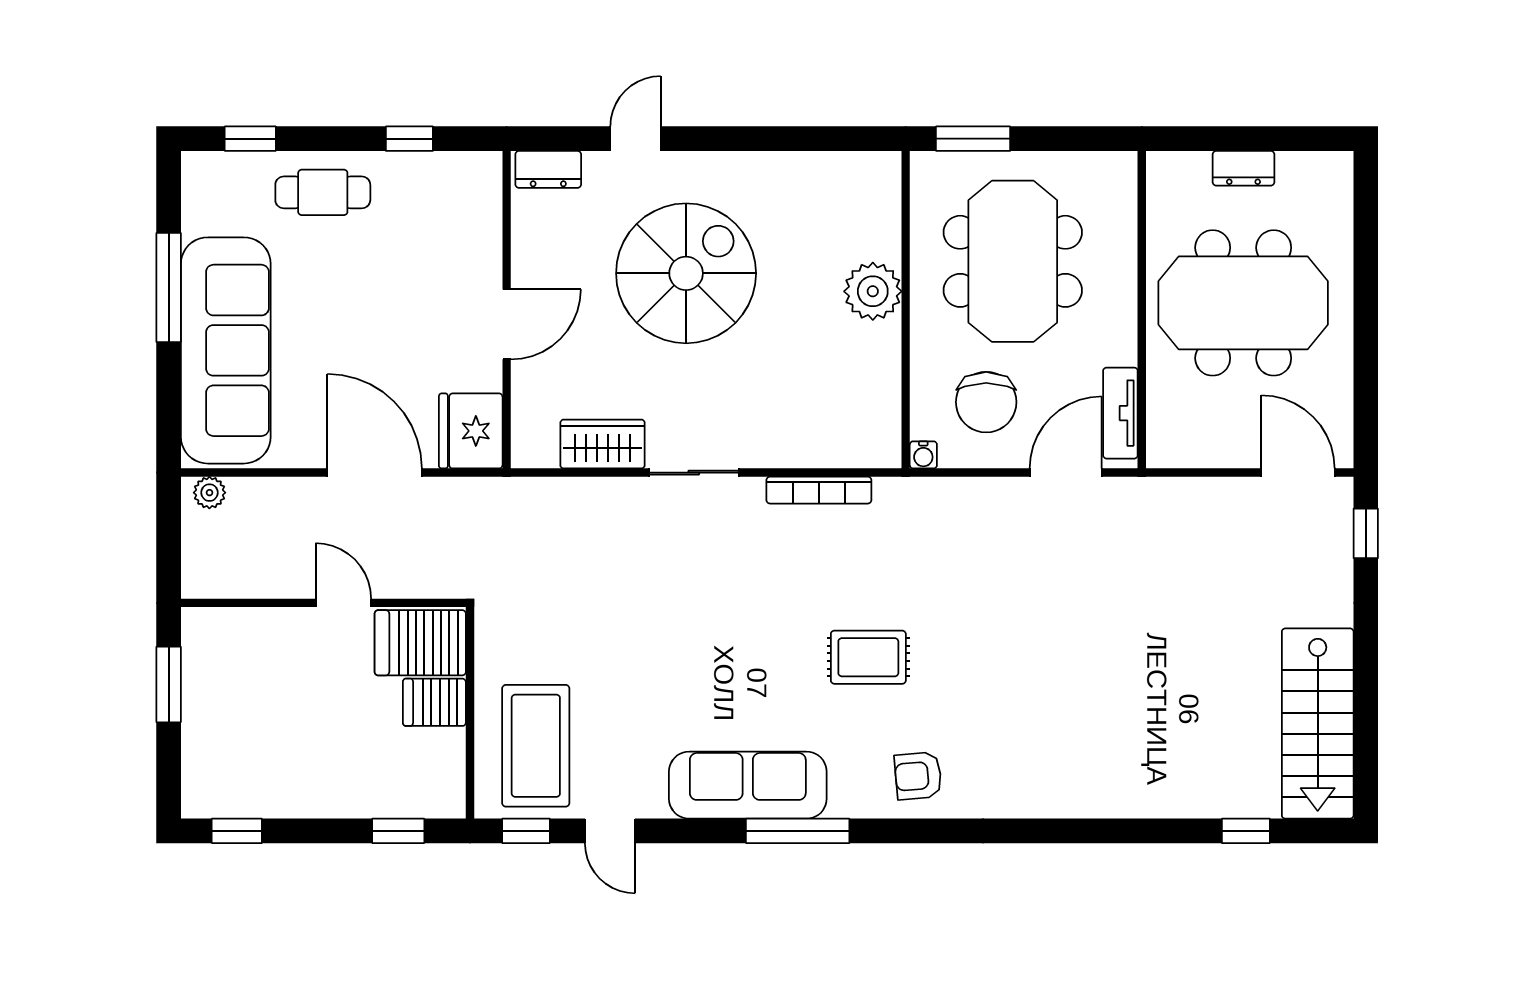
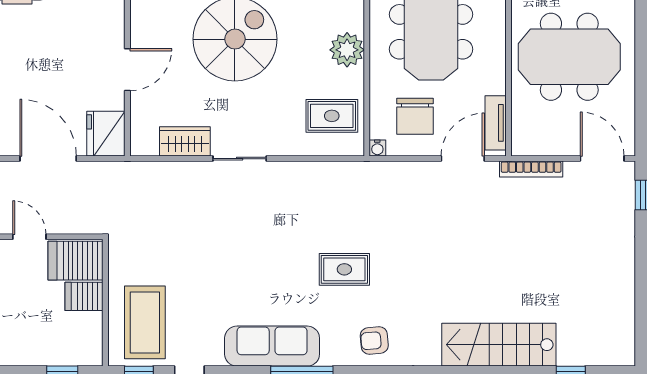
rug: (847, 401) -> (332, 116), added
bookcase: (819, 490) -> (531, 169), moved
stairs: (1318, 724) -> (499, 345), moved, turned 90

